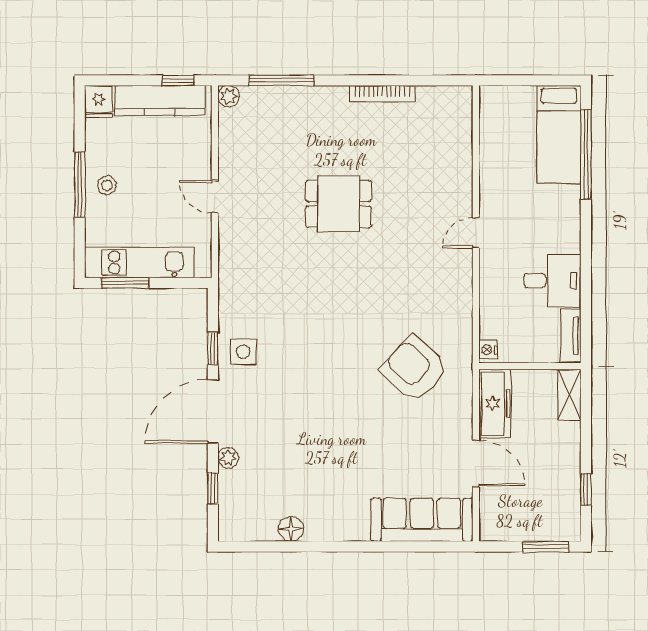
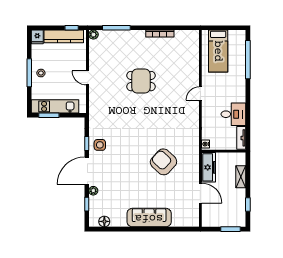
bed: (559, 134) -> (218, 51), moved
armchair: (414, 369) -> (163, 162), moved
shelving: (569, 395) -> (241, 177), moved
sofa: (422, 520) -> (149, 218), moved
floor lamp: (291, 529) -> (104, 221), moved

